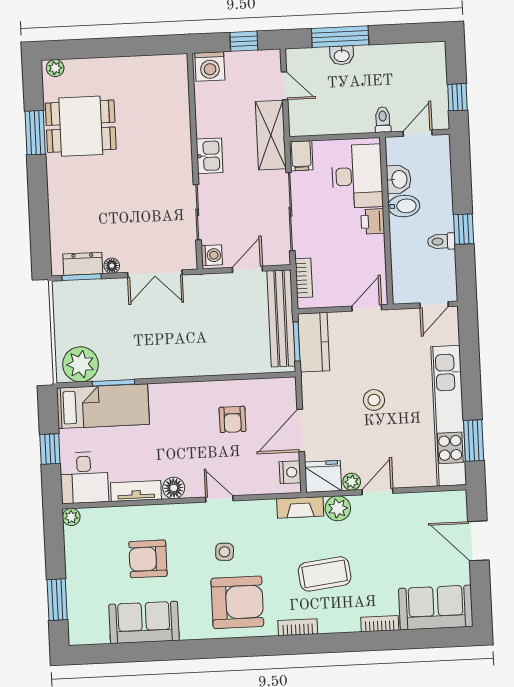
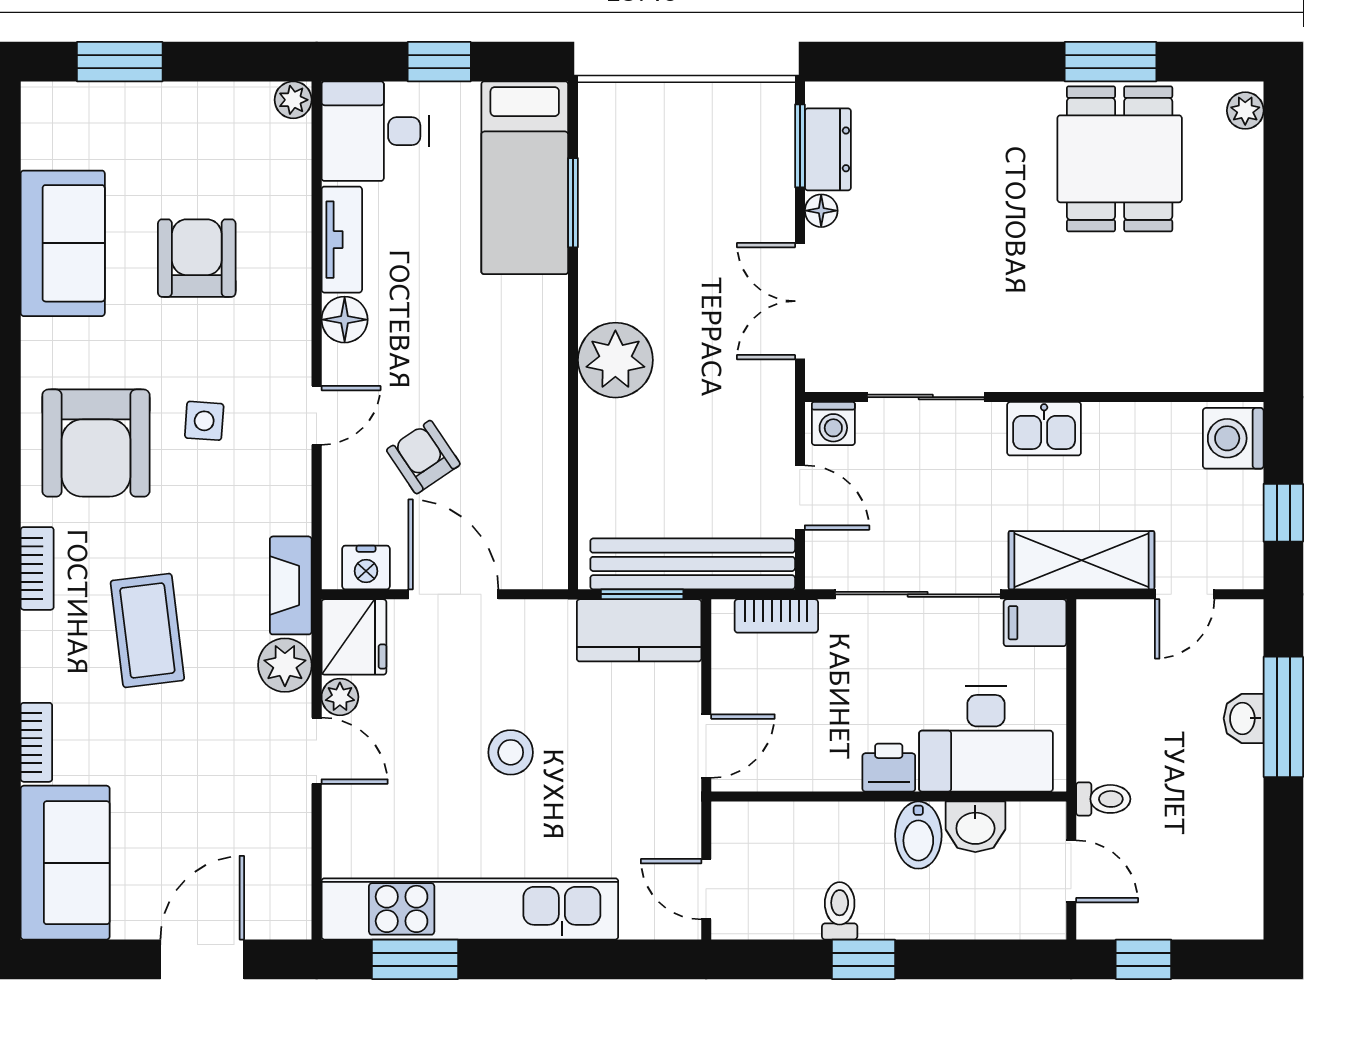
door: (367, 308) -> (706, 746), hinge flipped
plant: (80, 364) -> (615, 360), moved
armchair: (232, 419) -> (423, 457), moved, turned 56

